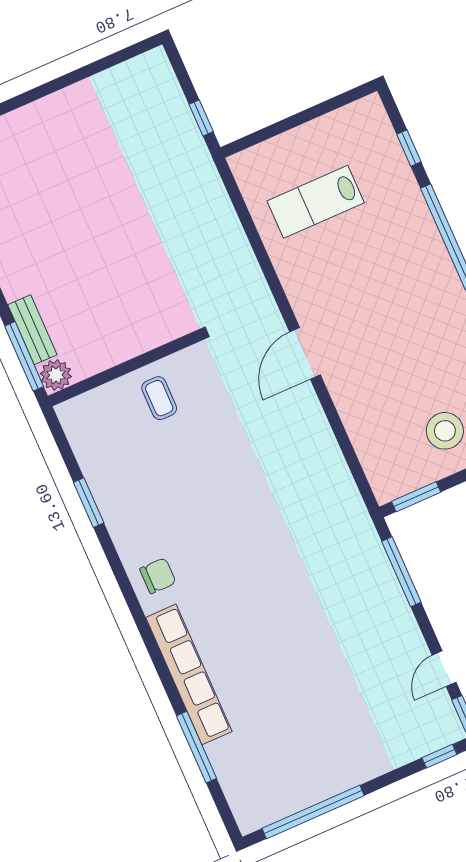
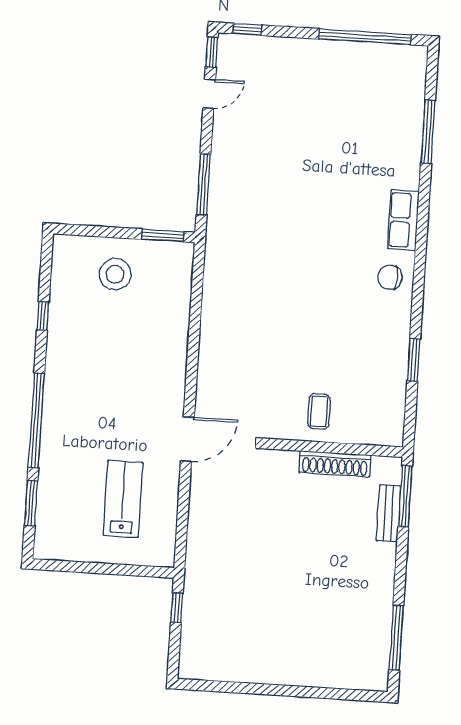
window: (409, 148) -> (31, 503), width x1.50
lab bench: (316, 202) -> (123, 499), turned -90
shoe rack: (115, 352) -> (335, 464), added
door: (305, 353) -> (187, 439), moved
plant: (56, 375) -> (388, 470), removed
row of seats: (189, 674) -> (403, 220), width x0.50

